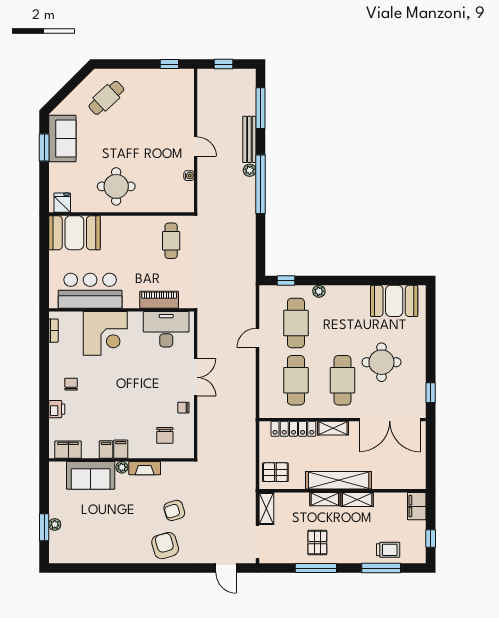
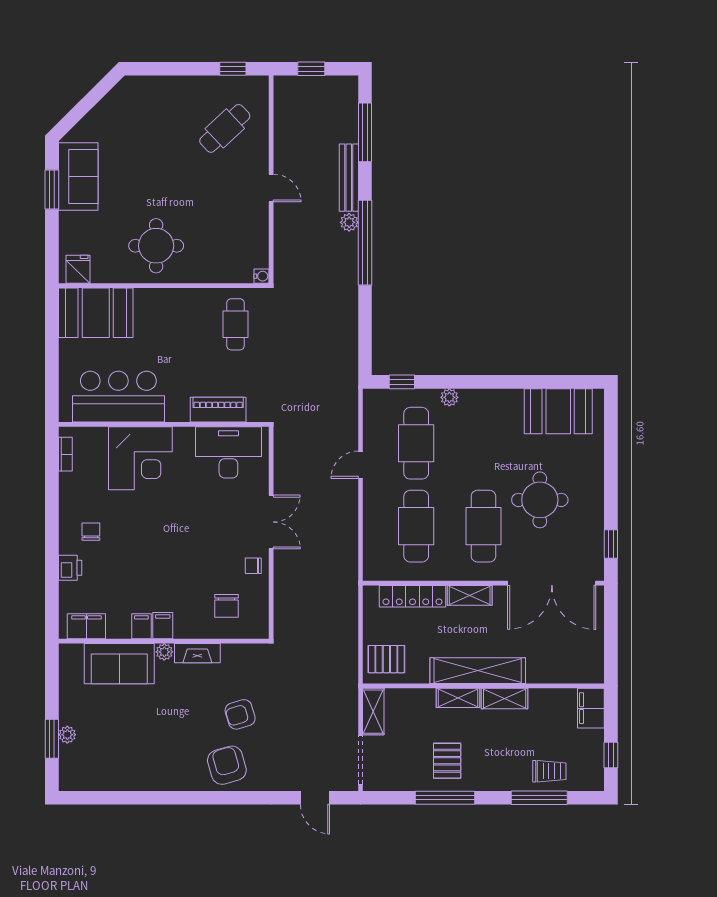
cafe table: (106, 98) -> (225, 128), moved
water cooler: (189, 176) -> (262, 276), moved

